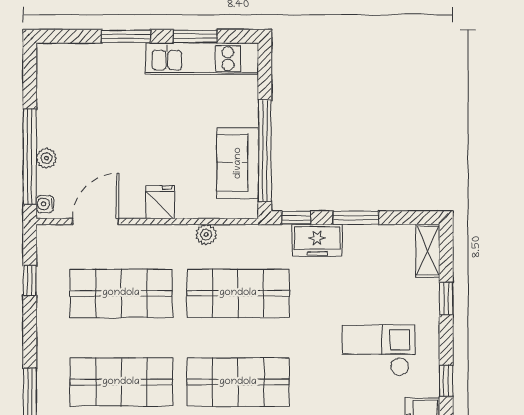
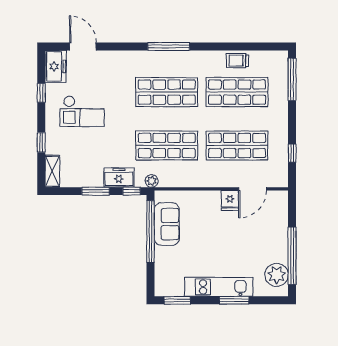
window: (195, 36) -> (177, 300), moved
kitchen unit: (202, 59) -> (219, 287), moved
window: (30, 157) -> (292, 256), moved
plant: (46, 158) -> (277, 275), moved, width x1.87, depth x1.87
fridge: (160, 202) -> (230, 200), moved
water cooler: (45, 204) -> (283, 199), removed
plant: (206, 235) -> (152, 181), moved

